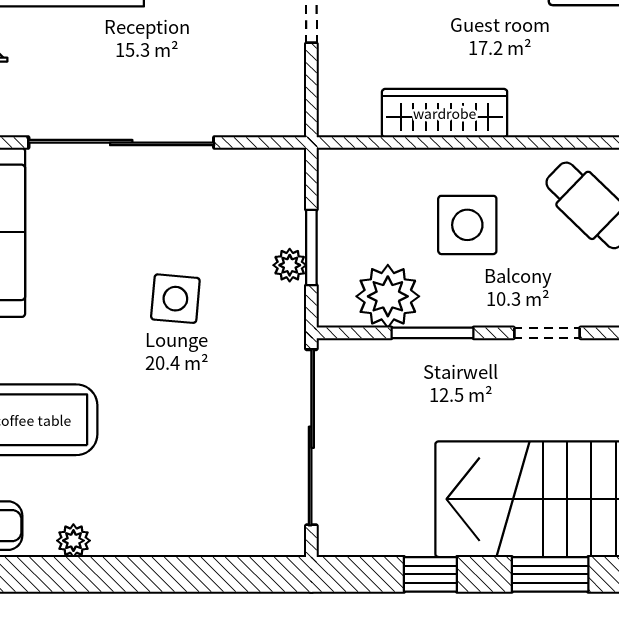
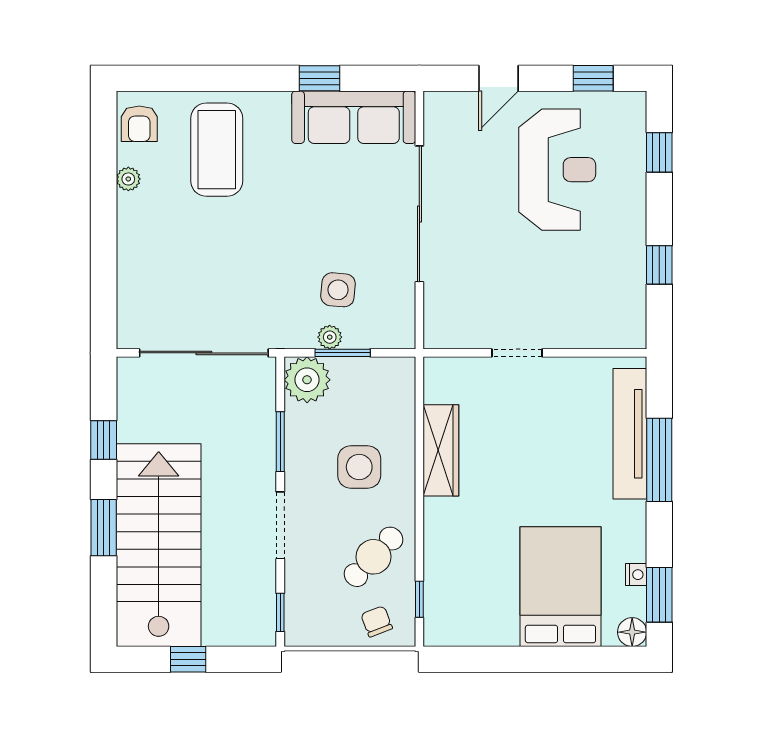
plant: (388, 296) -> (307, 380), moved
side table: (175, 299) -> (338, 290), moved
doorway: (547, 333) -> (280, 525), width x1.38

